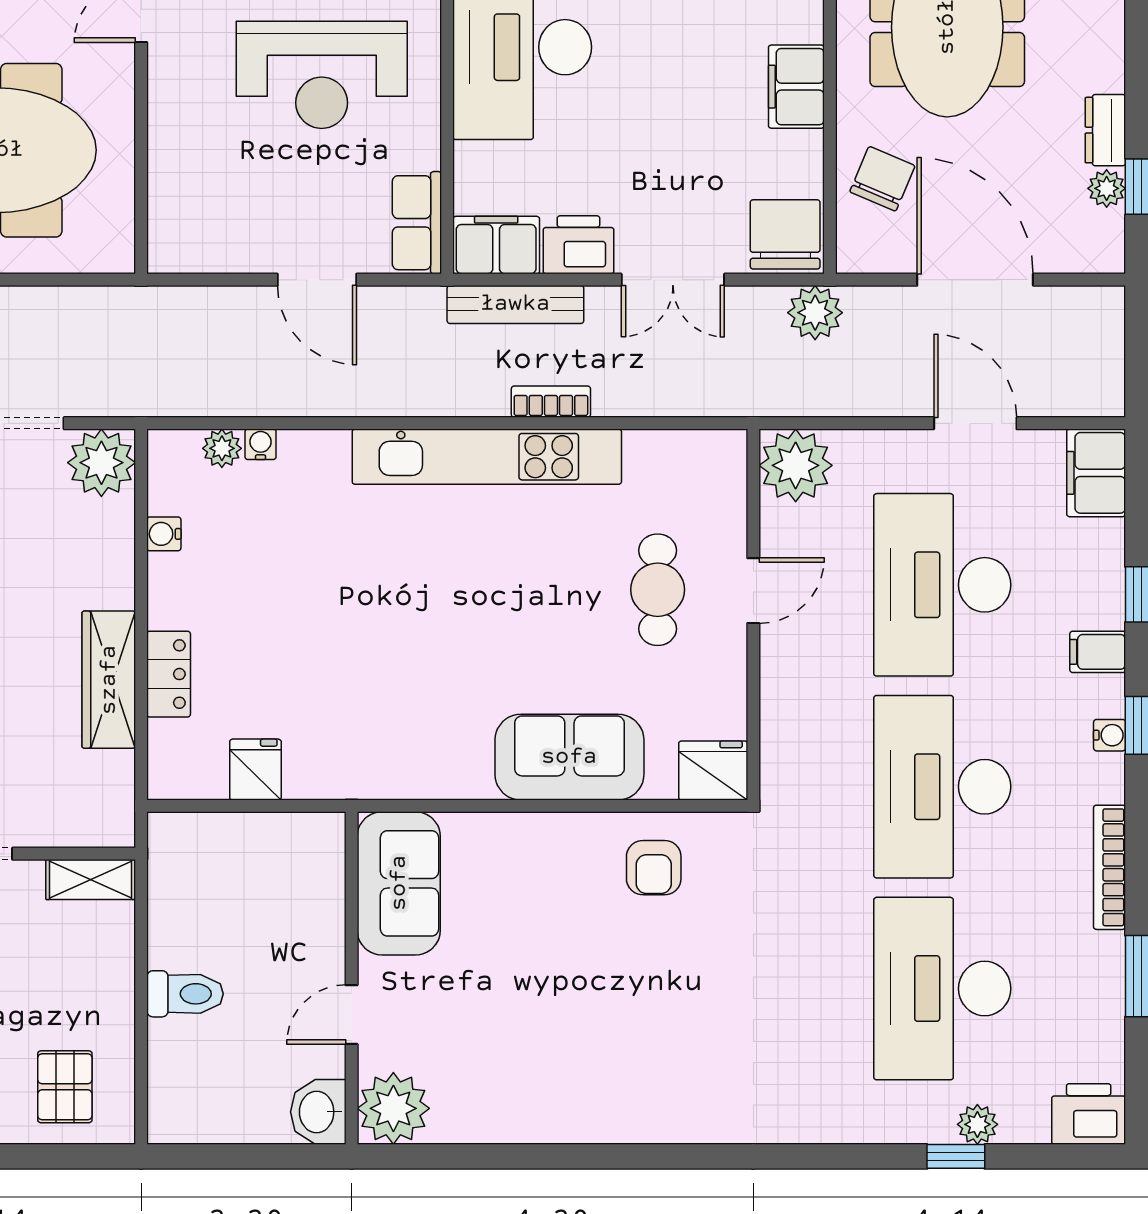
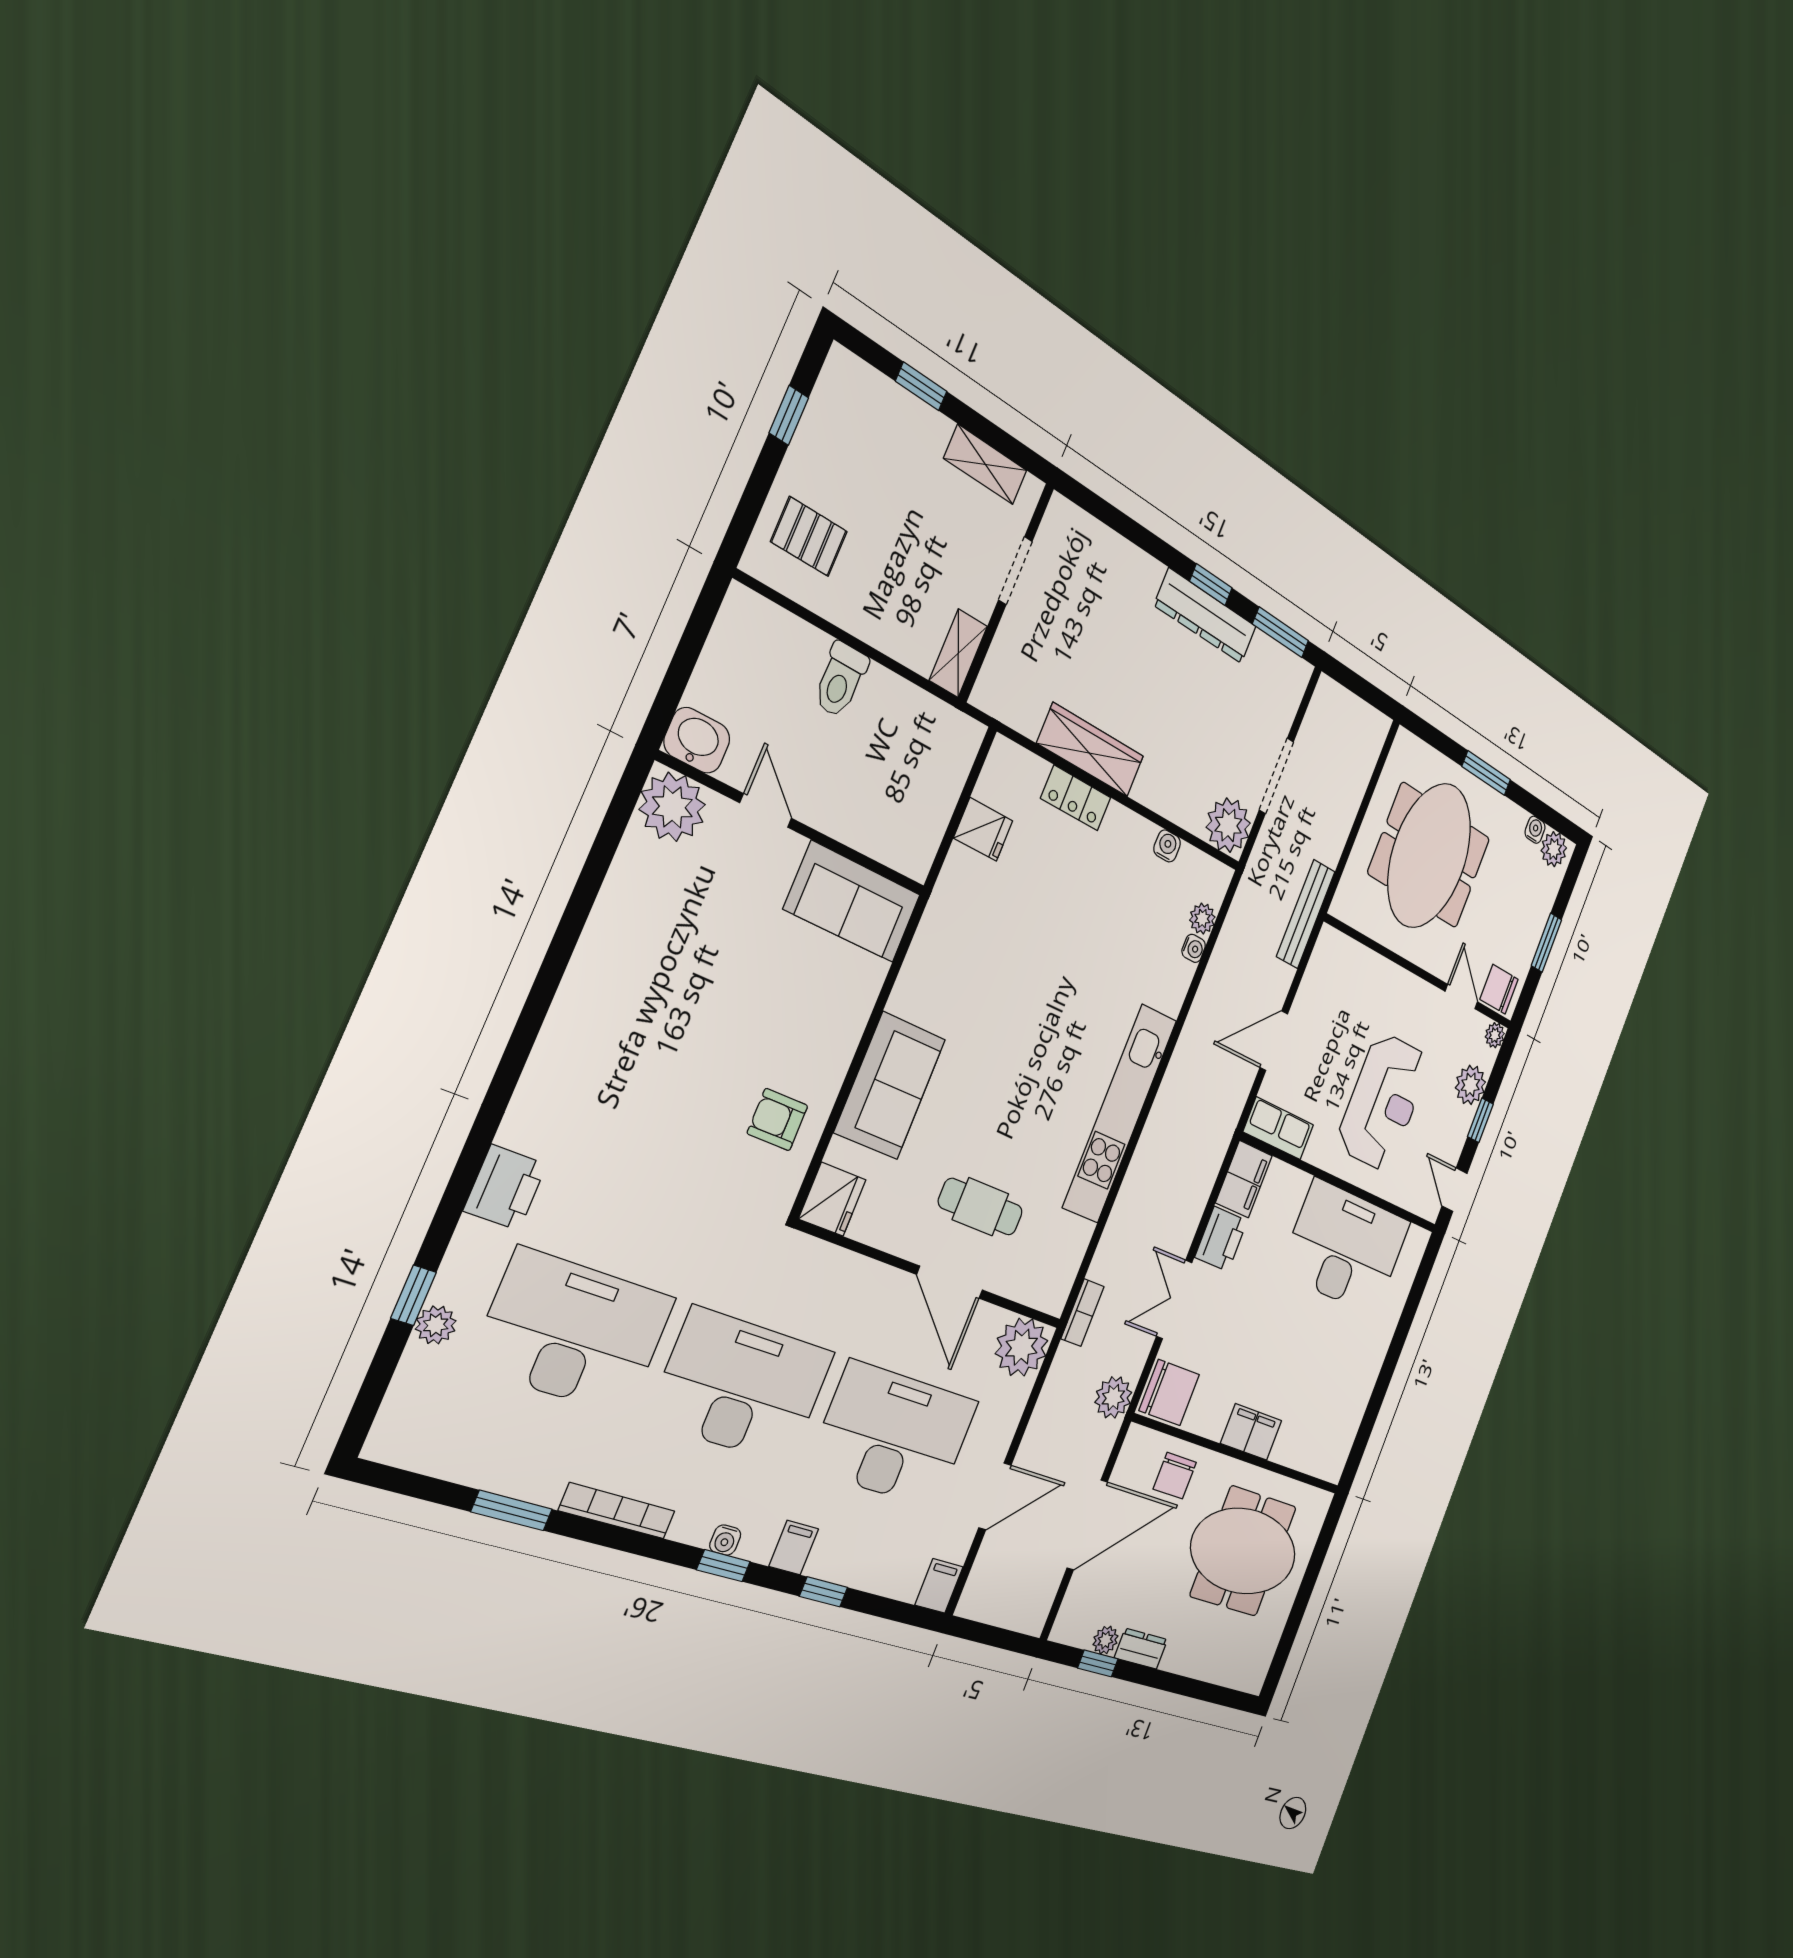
reception desk: (322, 75) -> (1383, 1102), turned 180
chair: (882, 179) -> (1175, 1476), turned 67
bench: (515, 304) -> (1306, 914), moved
bookcase: (551, 402) -> (1082, 1313), moved
filing cabinet: (1096, 473) -> (939, 1586), width x0.50
door: (753, 591) -> (950, 1282), width x1.38
printer: (1089, 1114) -> (505, 1188), moved

